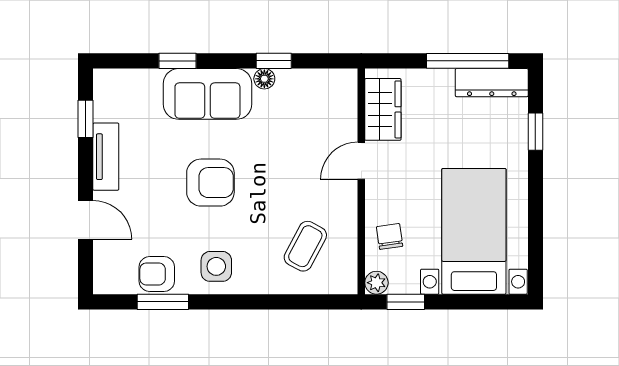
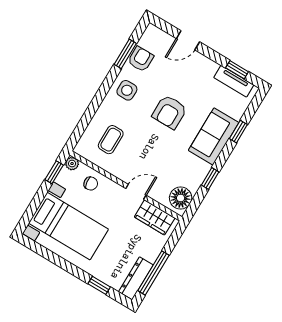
floor lamp: (264, 79) -> (181, 198), moved, width x1.89, depth x1.89
tv unit: (106, 157) -> (234, 81), moved
door: (361, 161) -> (136, 192), hinge flipped
coffee table: (305, 246) -> (111, 140), turned 62

